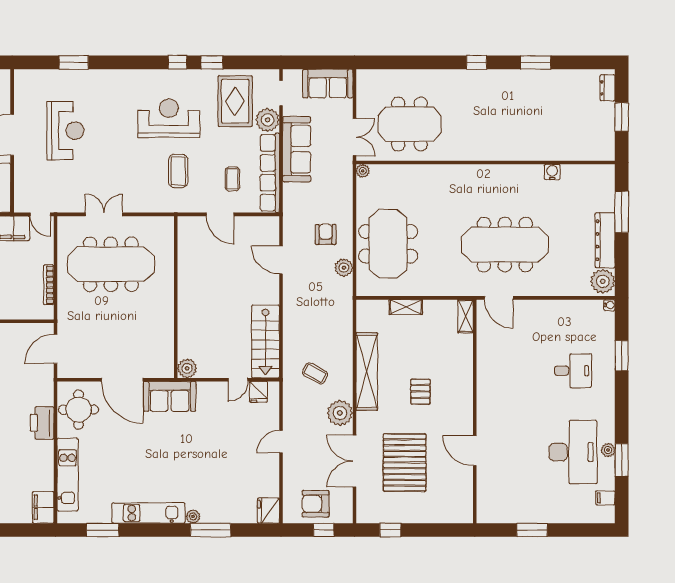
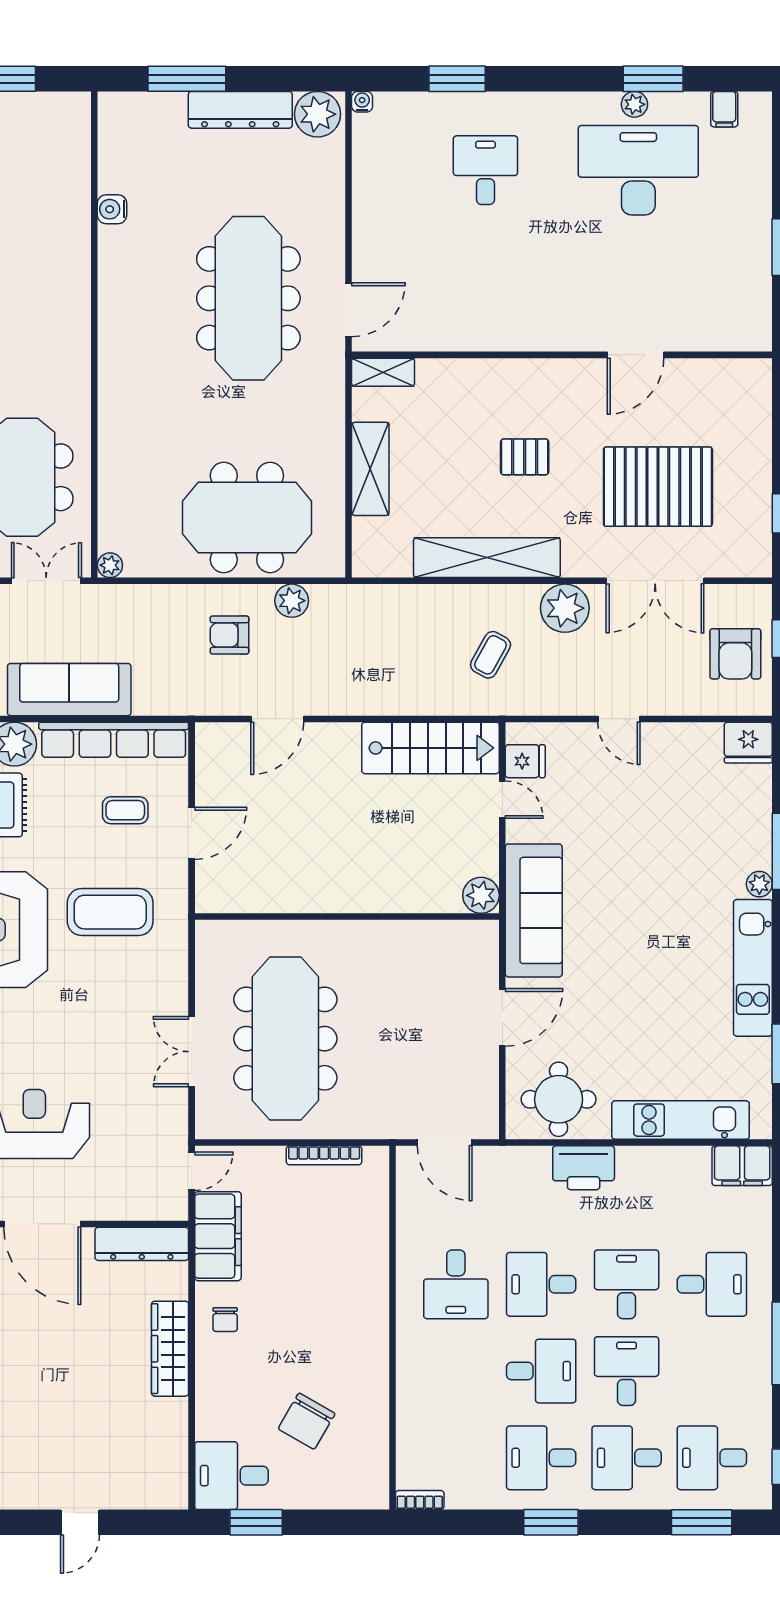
coffee table: (178, 171) -> (110, 912), width x1.36, depth x1.32
shelving: (406, 307) -> (370, 469), width x1.50, depth x1.33
door: (122, 380) -> (502, 1017), width x0.73
sofa: (170, 396) -> (534, 910), width x1.36

